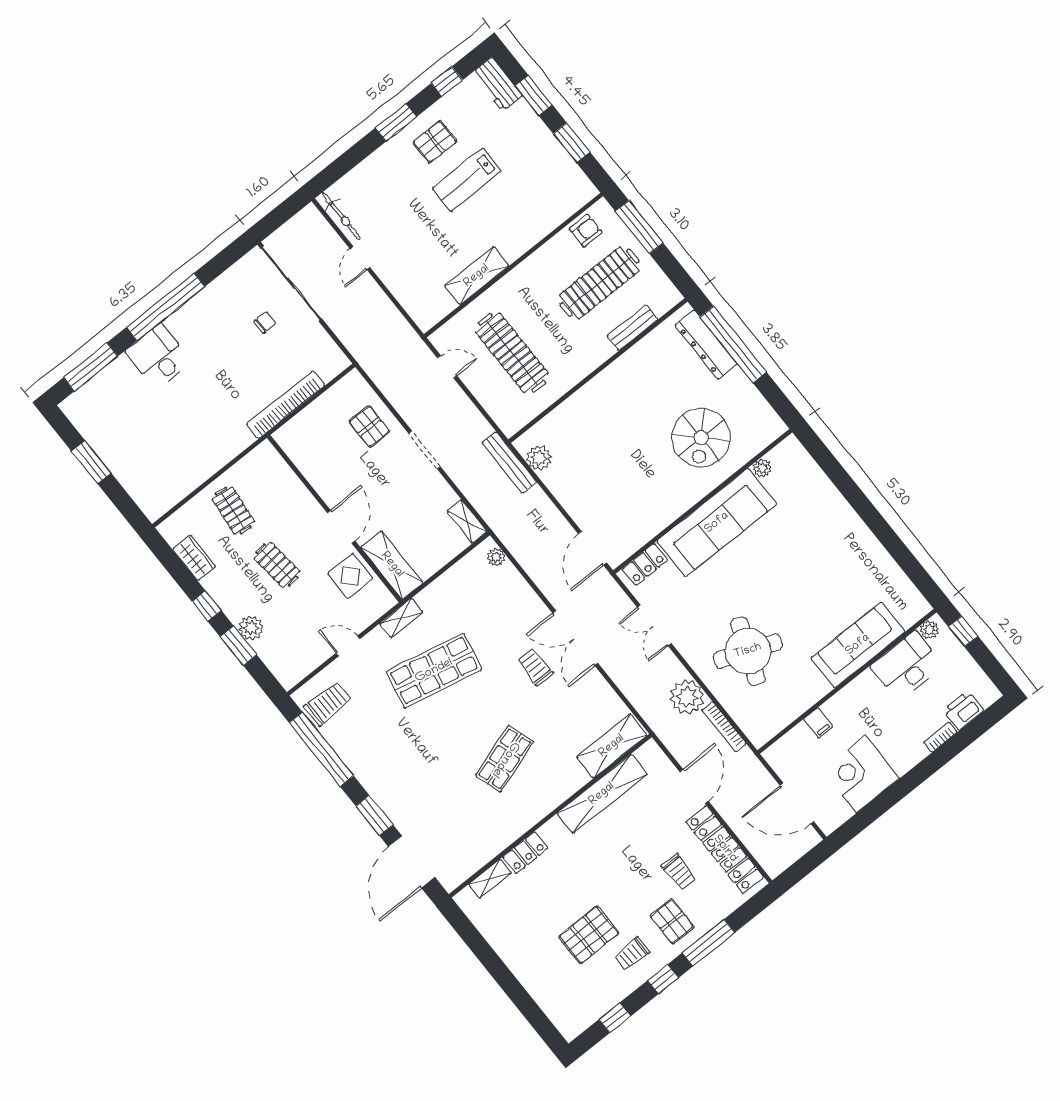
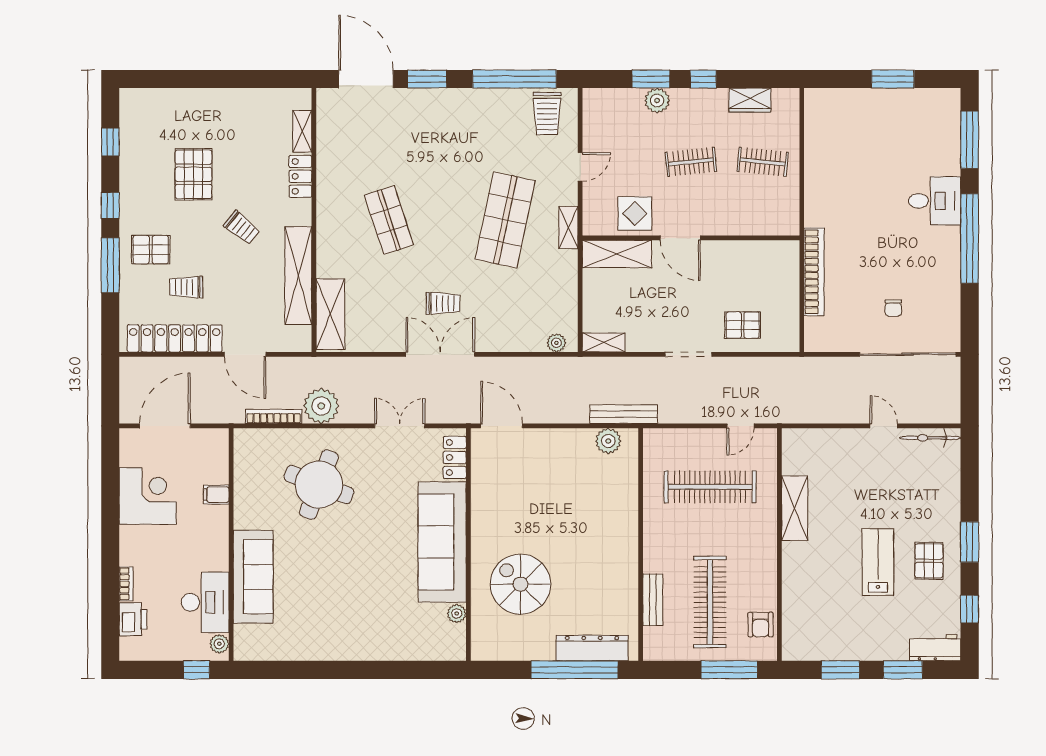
trolley: (632, 954) -> (242, 228), moved, turned 129

